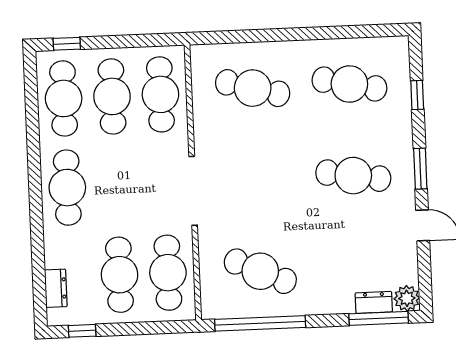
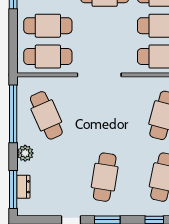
cafe table: (260, 271) -> (46, 115), turned -48
plant: (407, 298) -> (25, 153), moved

